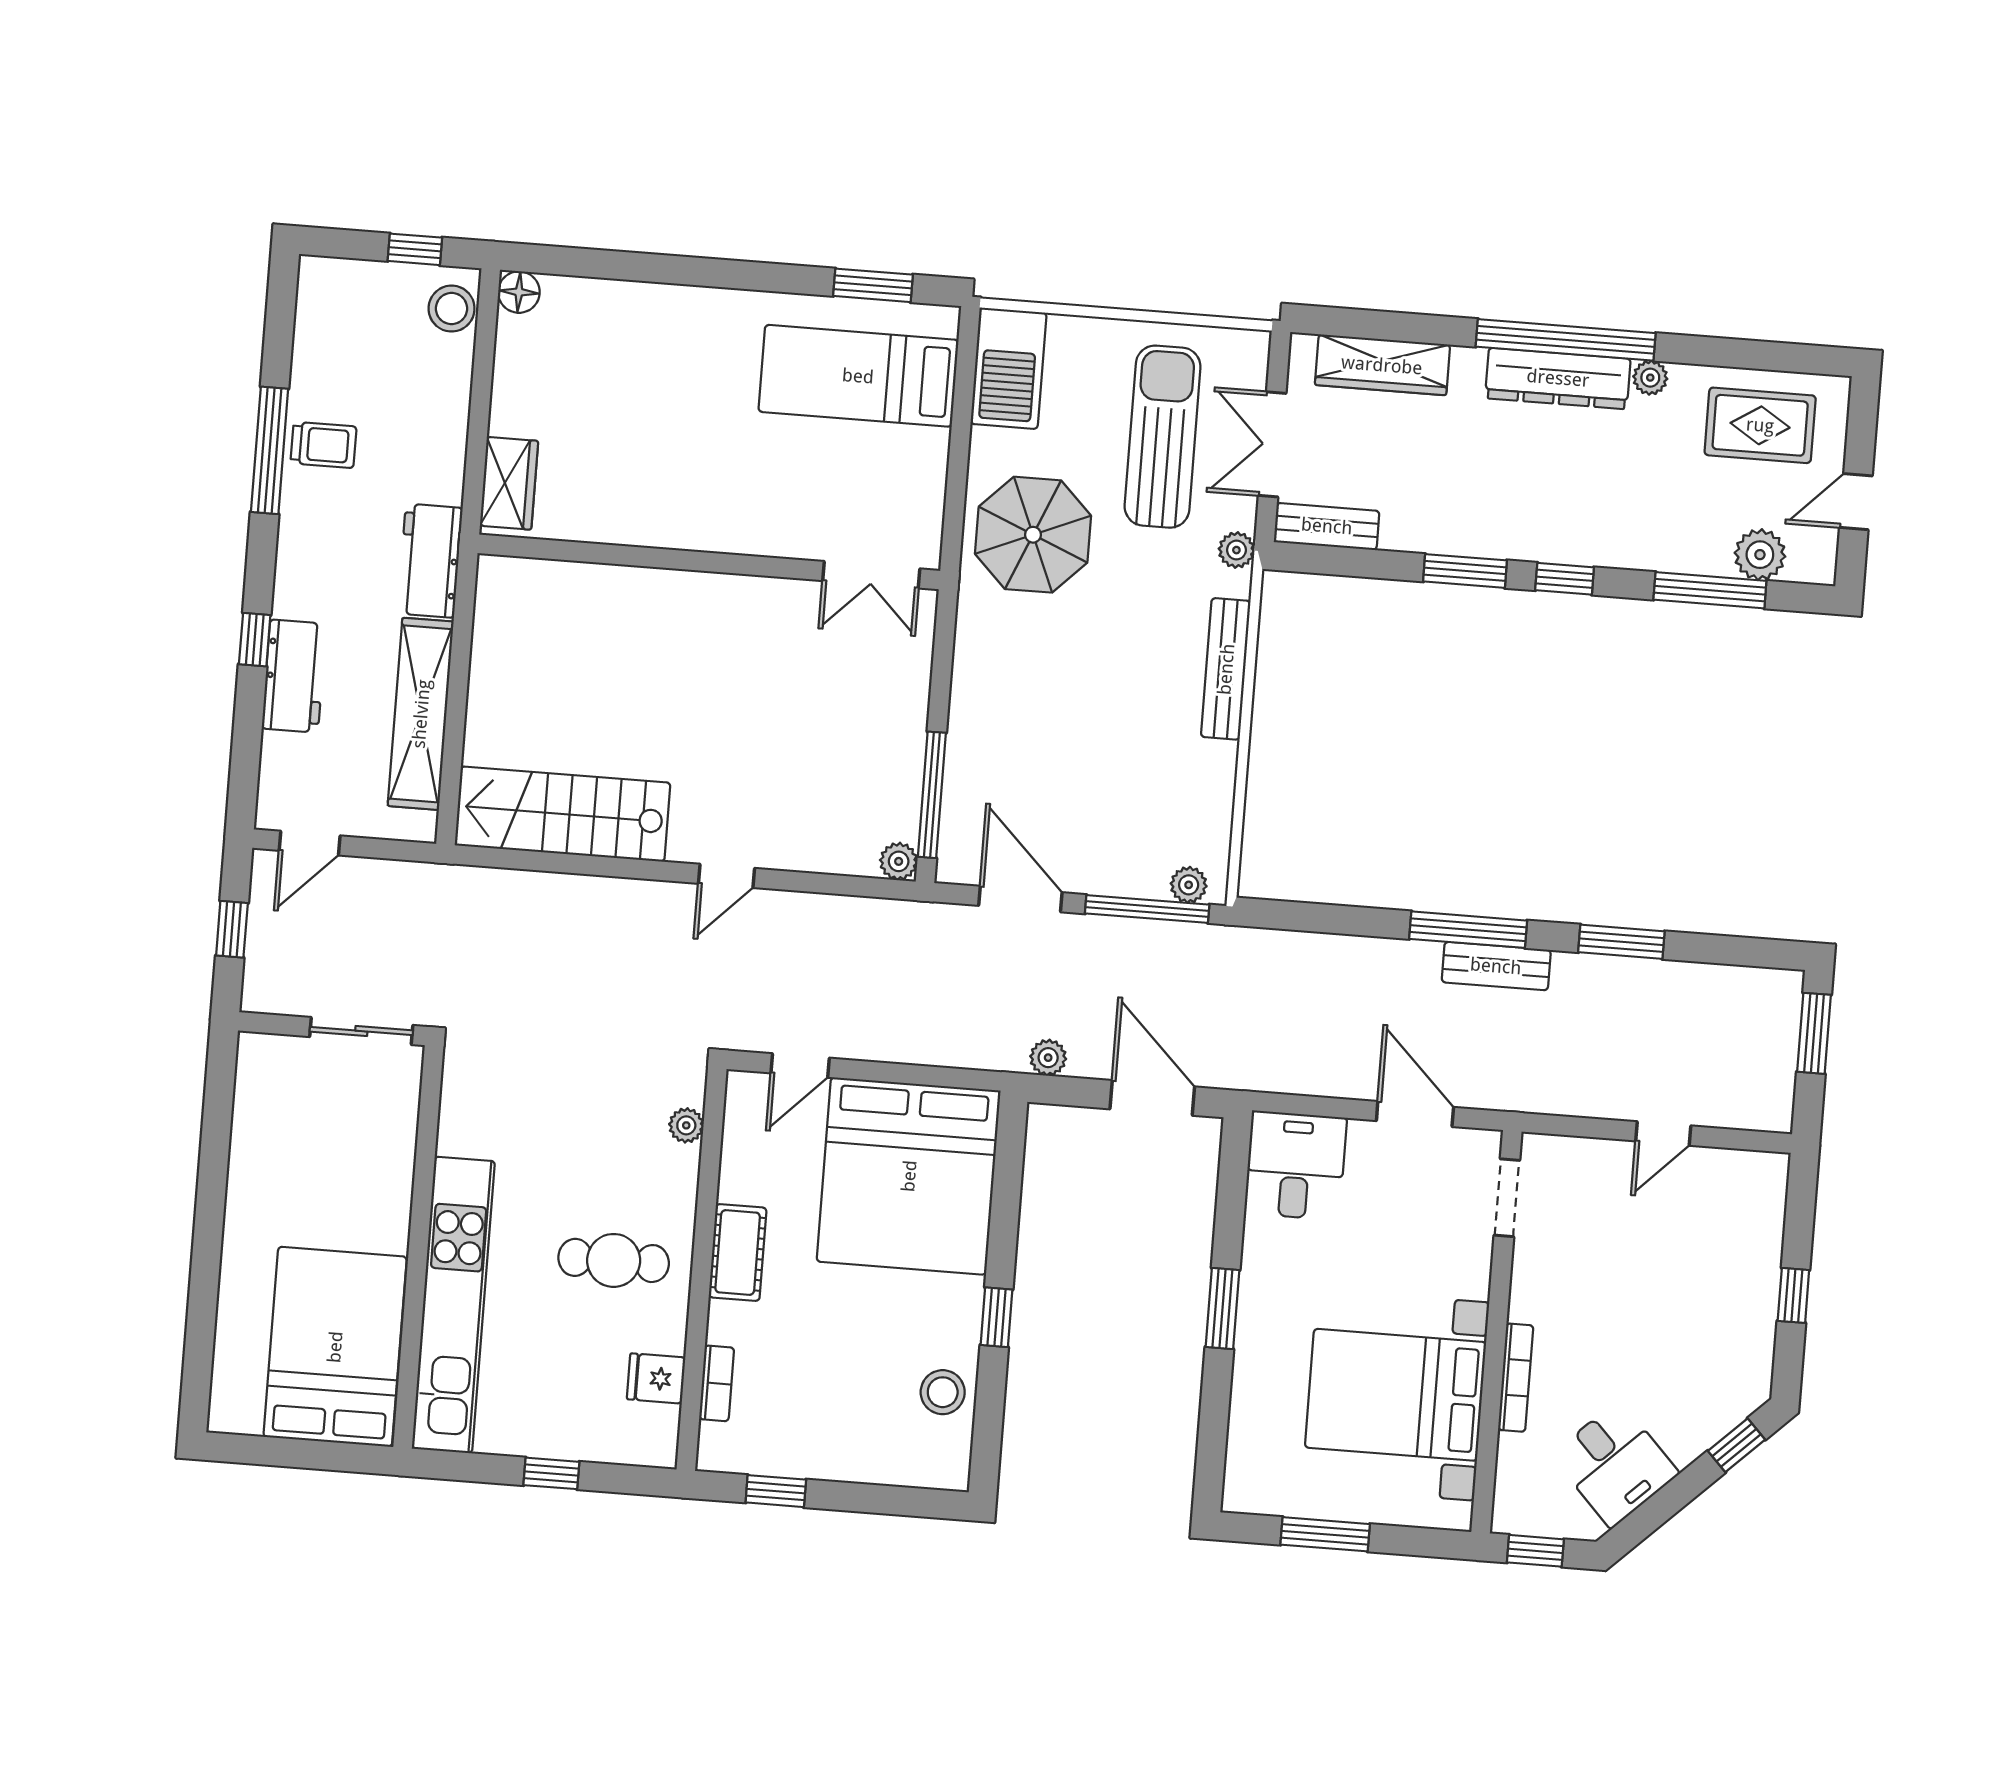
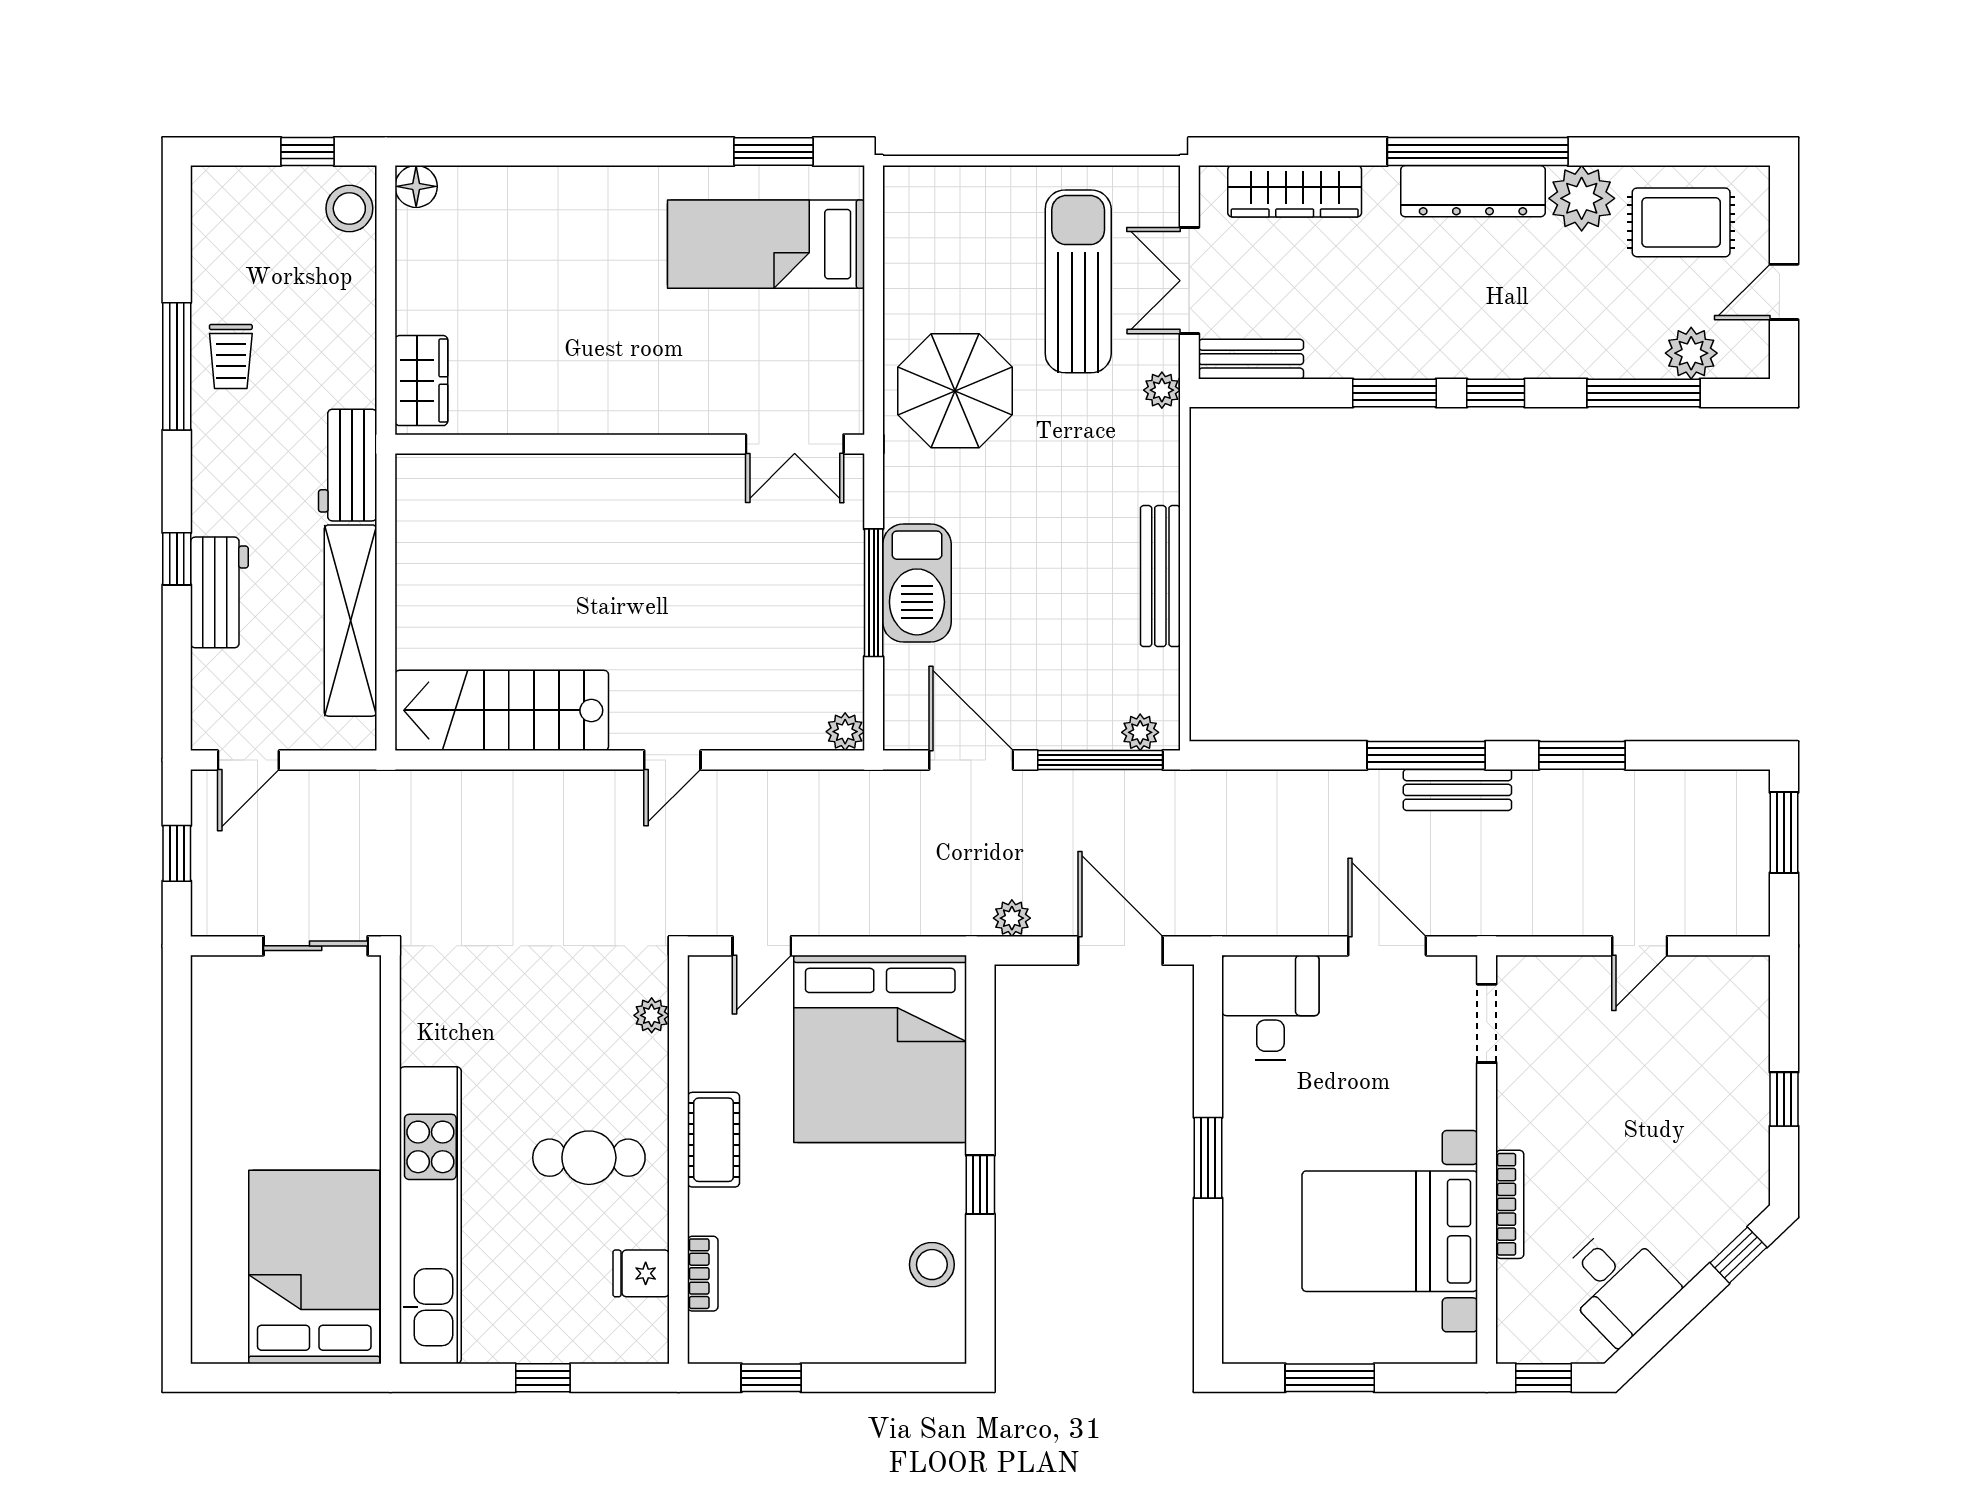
barbecue: (1008, 368) -> (917, 583), moved
plant: (1650, 378) -> (1582, 198), width x1.88, depth x1.88
trolley: (323, 445) -> (231, 356), turned 90
bench: (1226, 669) -> (1160, 576), moved
window: (932, 795) -> (874, 593), moved

